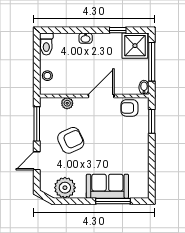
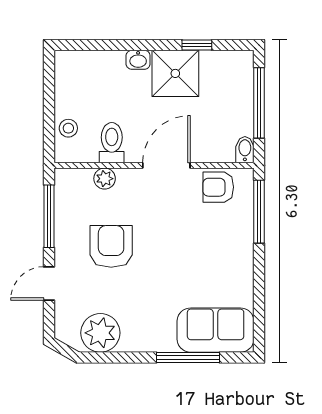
toilet: (46, 44) -> (112, 143), moved, turned 180
shower: (135, 46) -> (175, 73), moved
window: (152, 121) -> (259, 212), width x1.44
armchair: (71, 140) -> (111, 246), turned -65
sofa: (107, 186) -> (216, 330), moved

